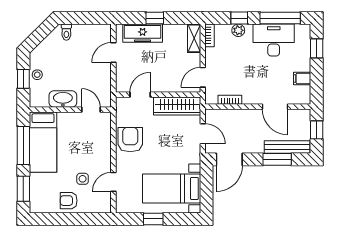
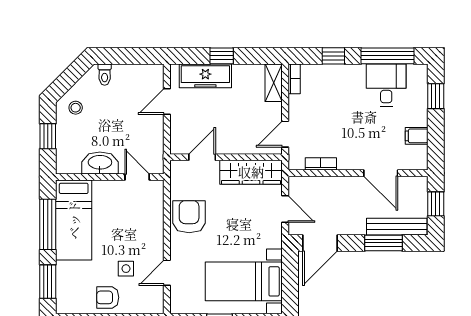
plant: (238, 30) -> (332, 72), removed
desk: (274, 40) -> (386, 85), width x0.73
stool: (37, 75) -> (76, 108), moved

